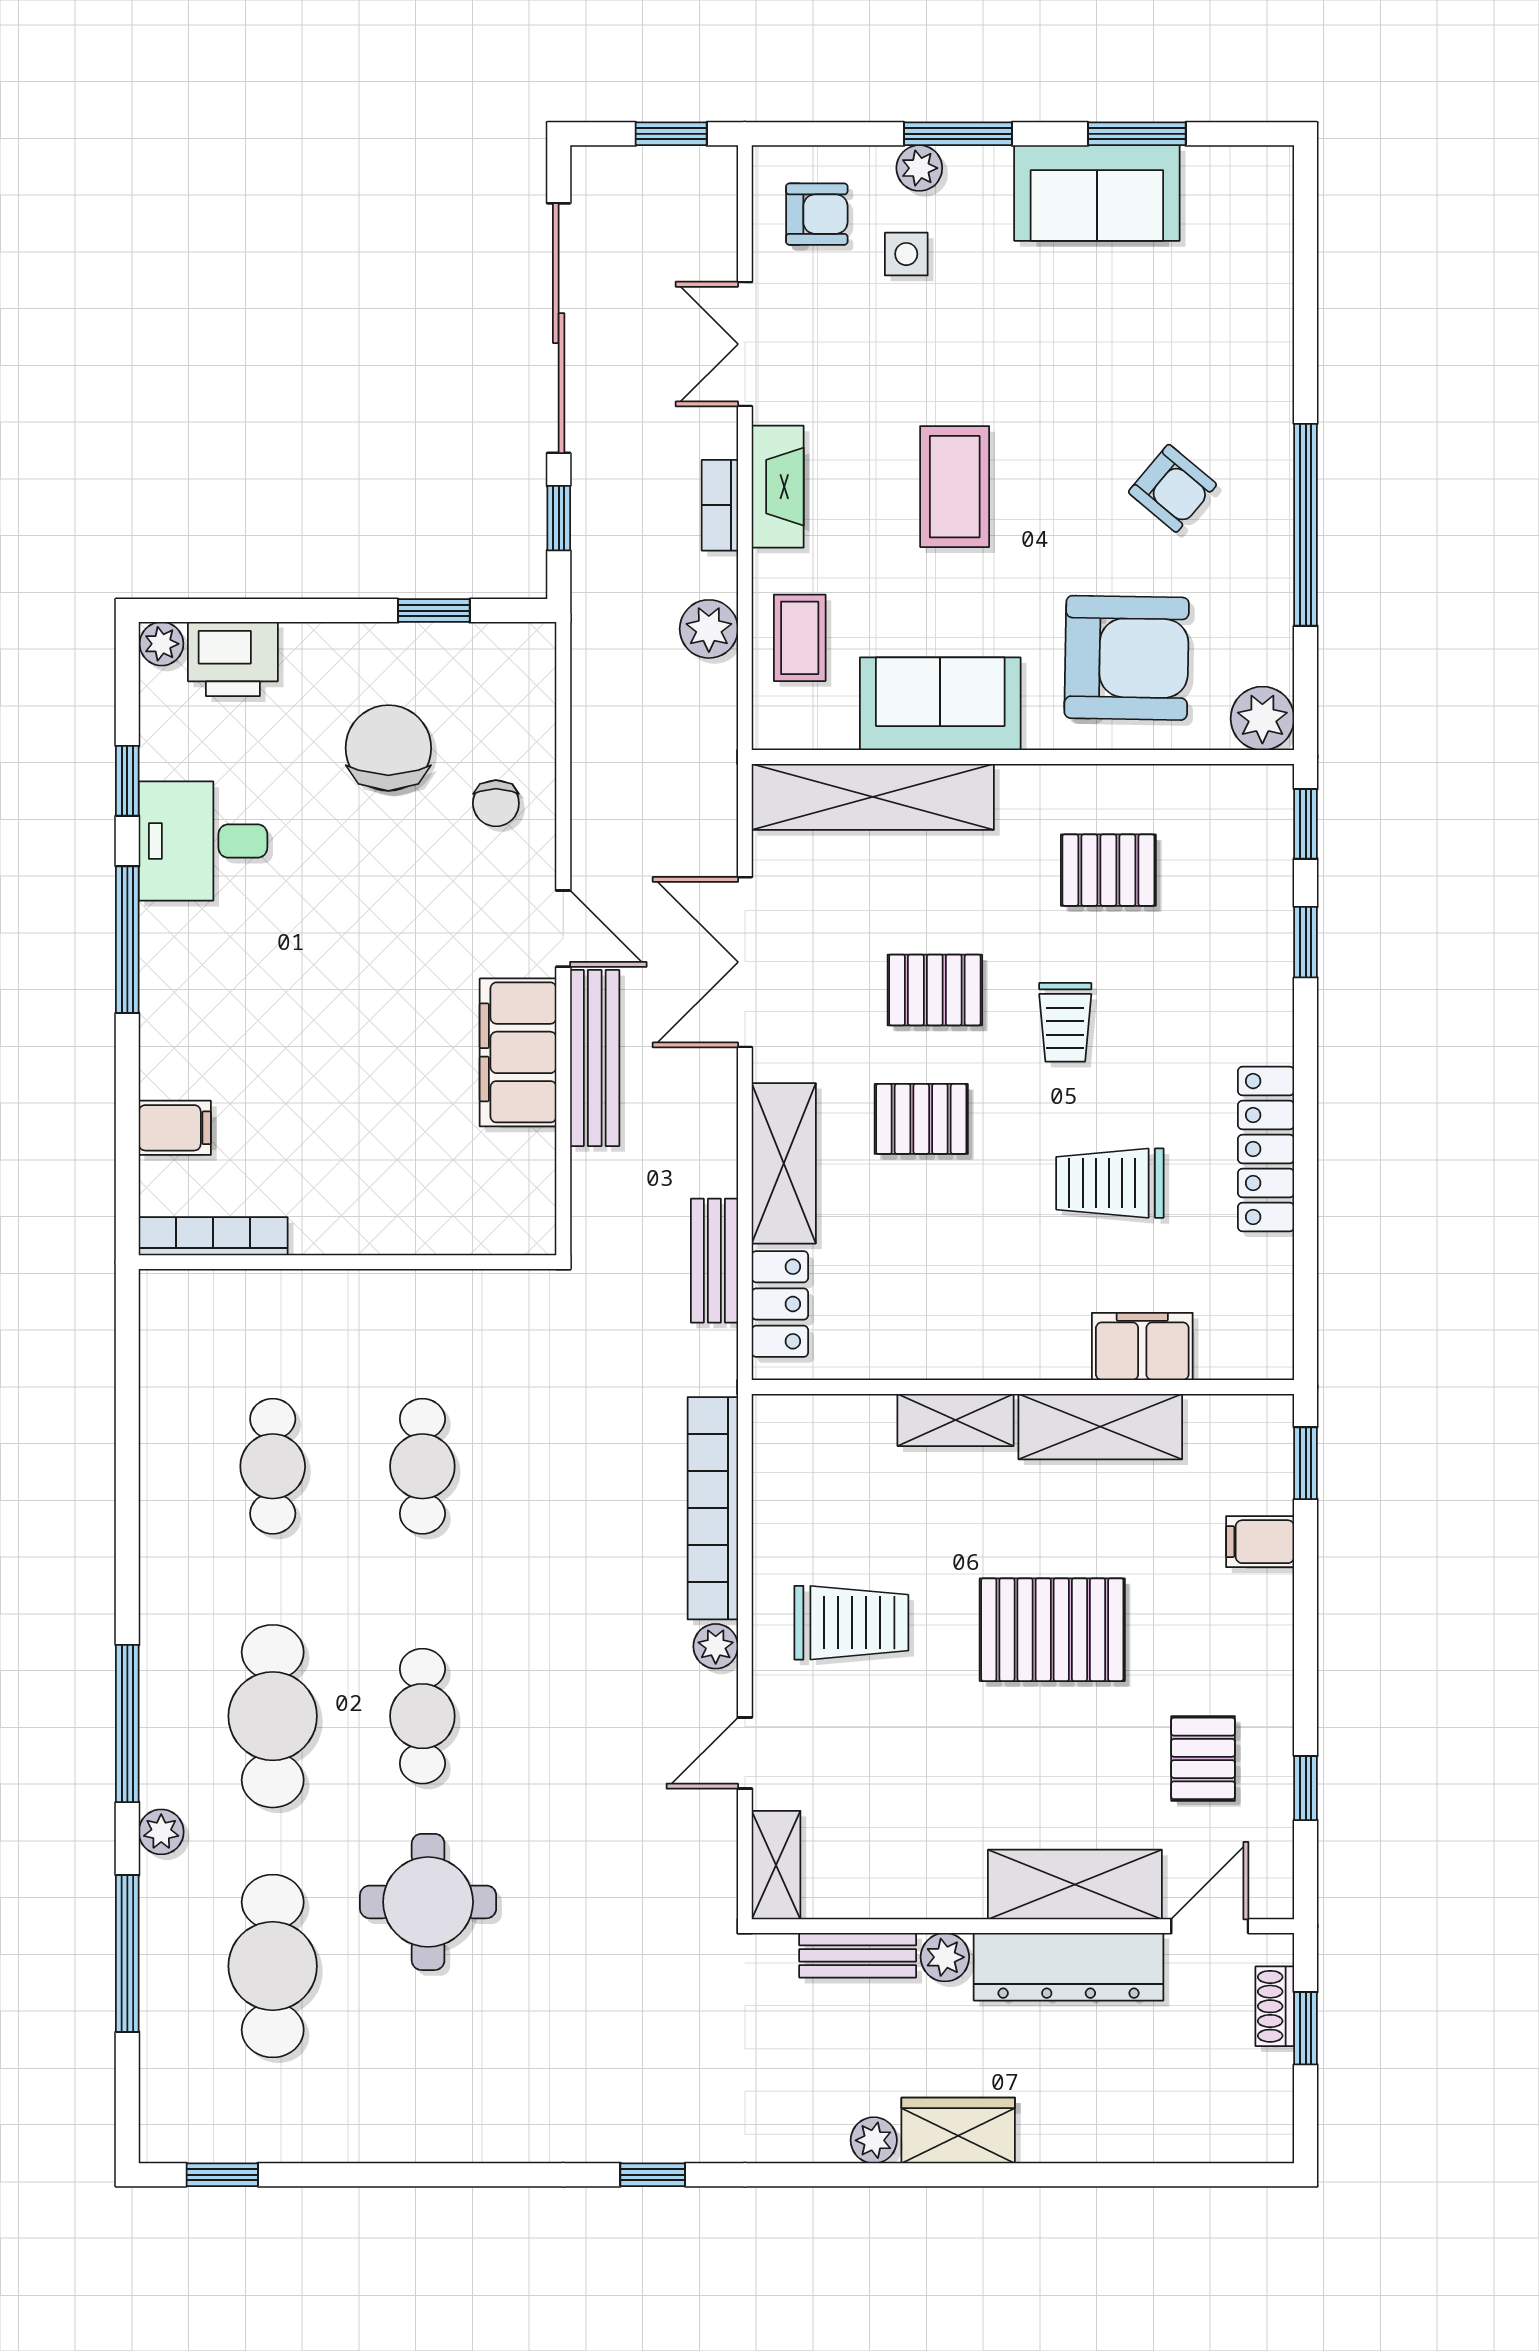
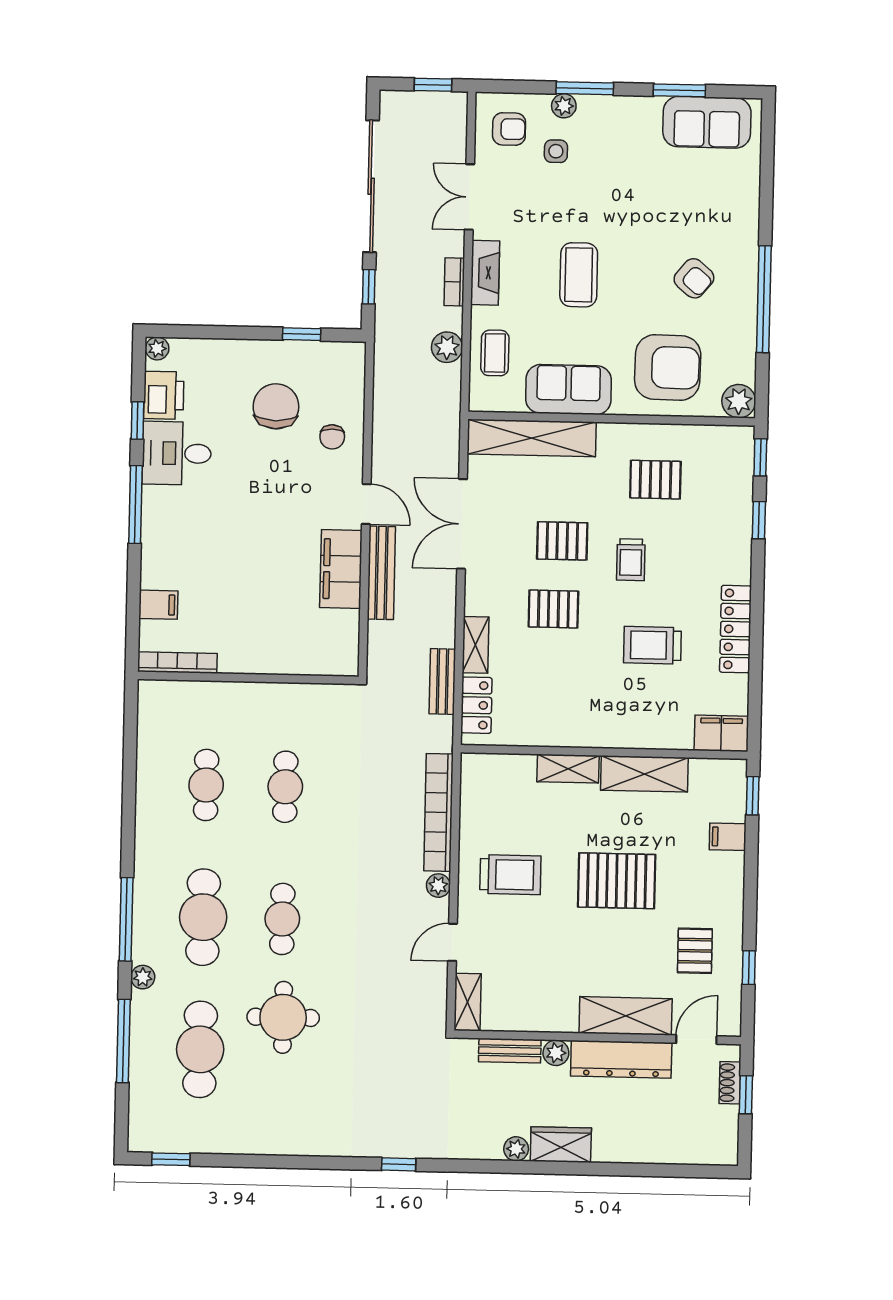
sofa: (1097, 193) -> (707, 122), moved
printer: (233, 659) -> (164, 395), moved, turned -90
shelving: (784, 1163) -> (476, 645), width x0.67, depth x0.75
filing cabinet: (1142, 1346) -> (721, 733), moved

